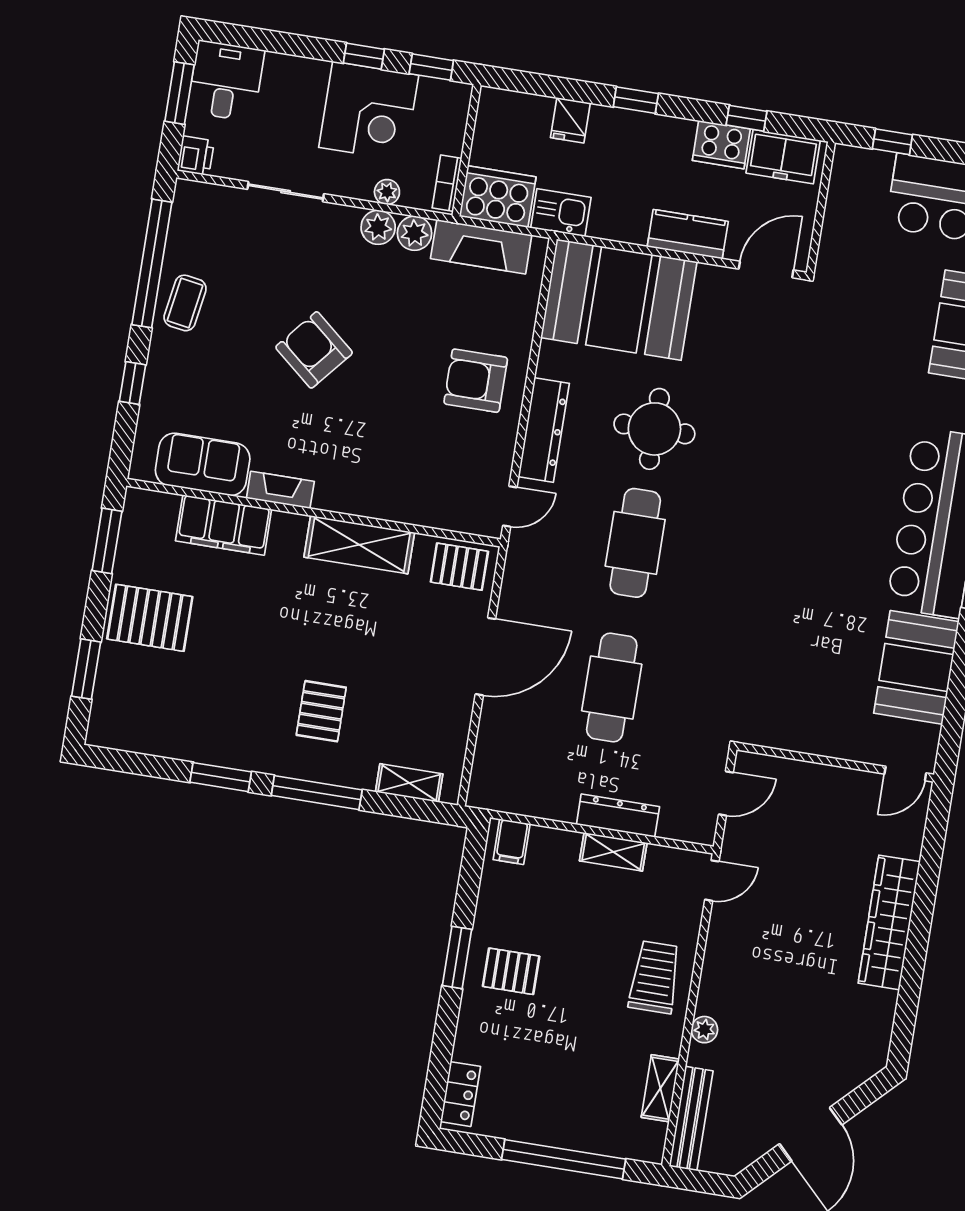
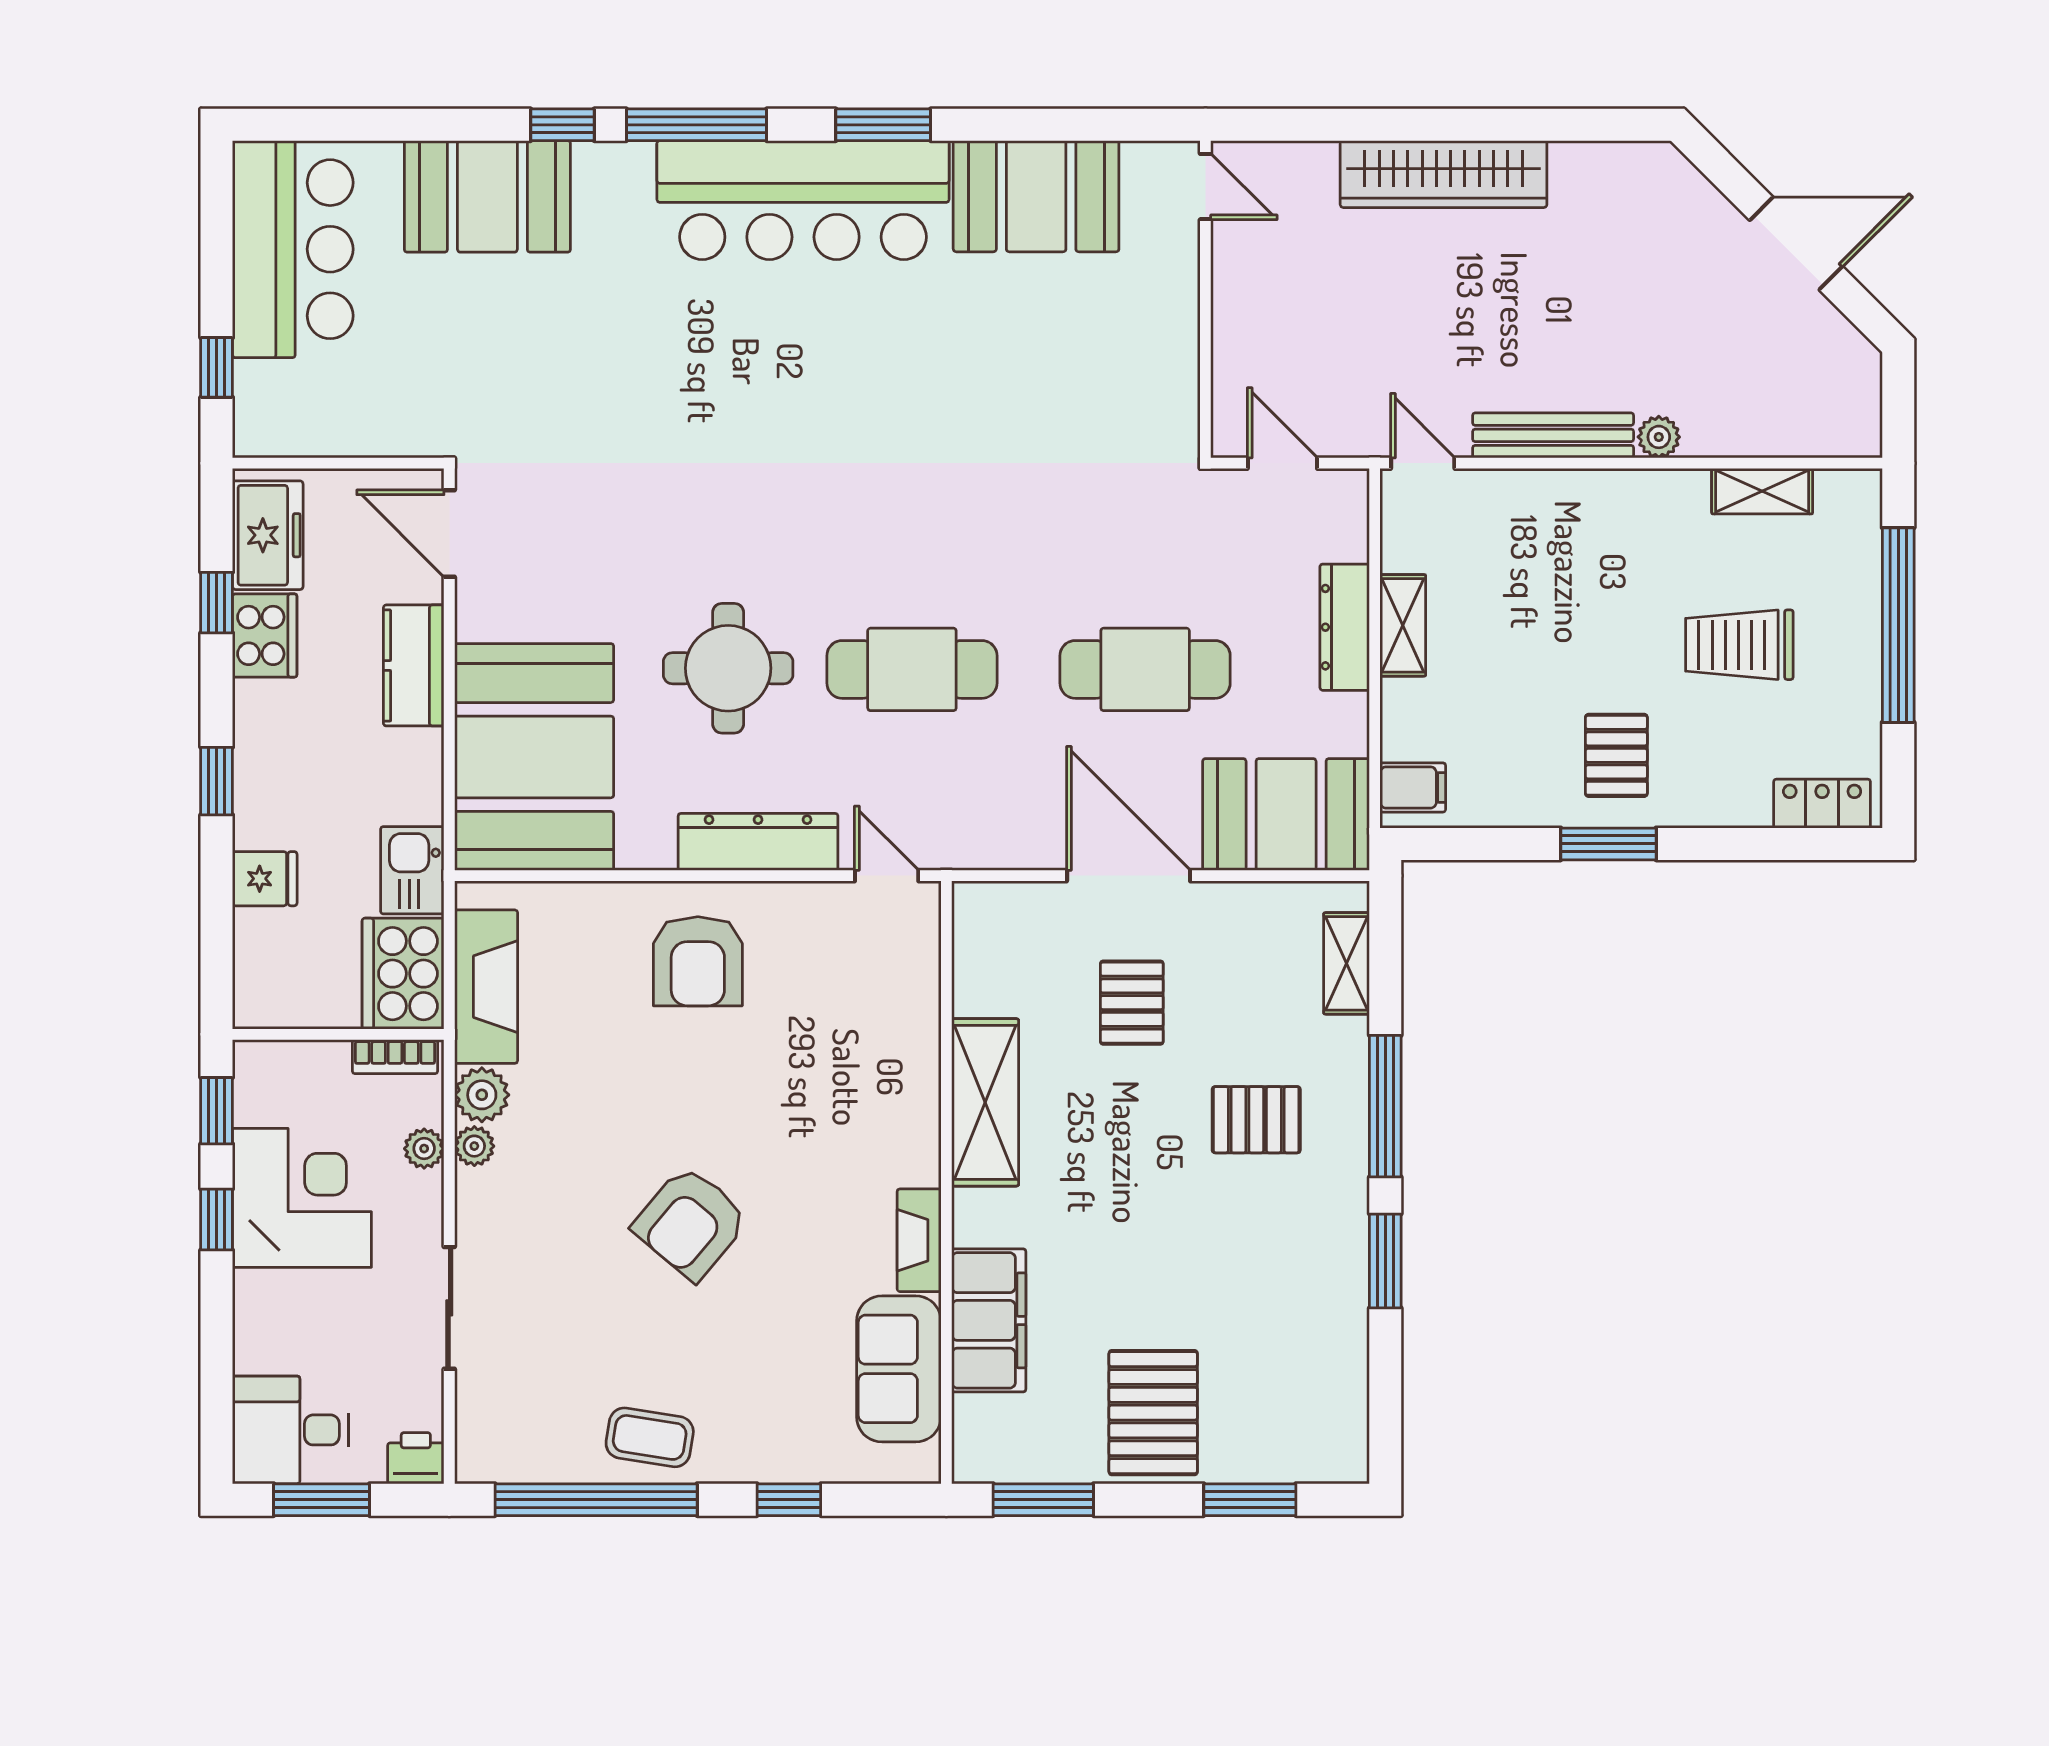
plant: (378, 227) -> (474, 1146), width x0.73, depth x0.73
pallet: (459, 567) -> (1132, 1003), moved
booth: (508, 760) -> (1286, 814), added
trolley: (655, 977) -> (1739, 645), moved
bench: (691, 1118) -> (1553, 435), moved

